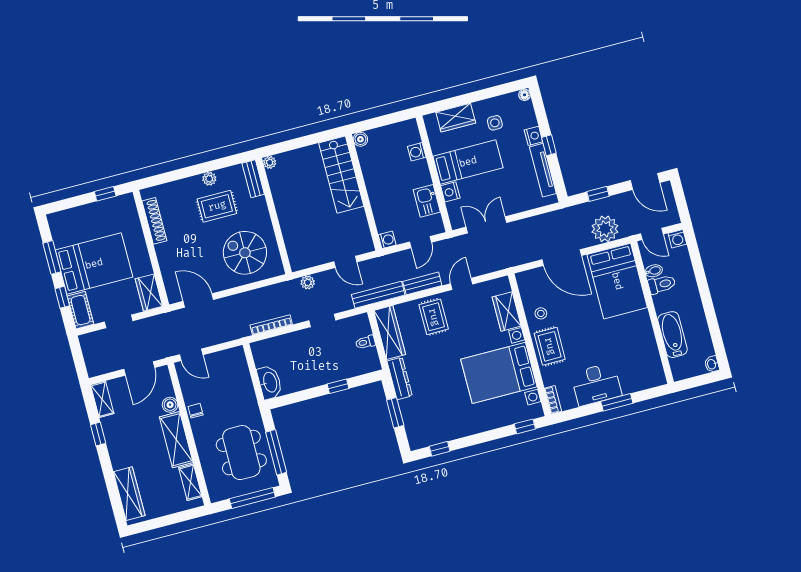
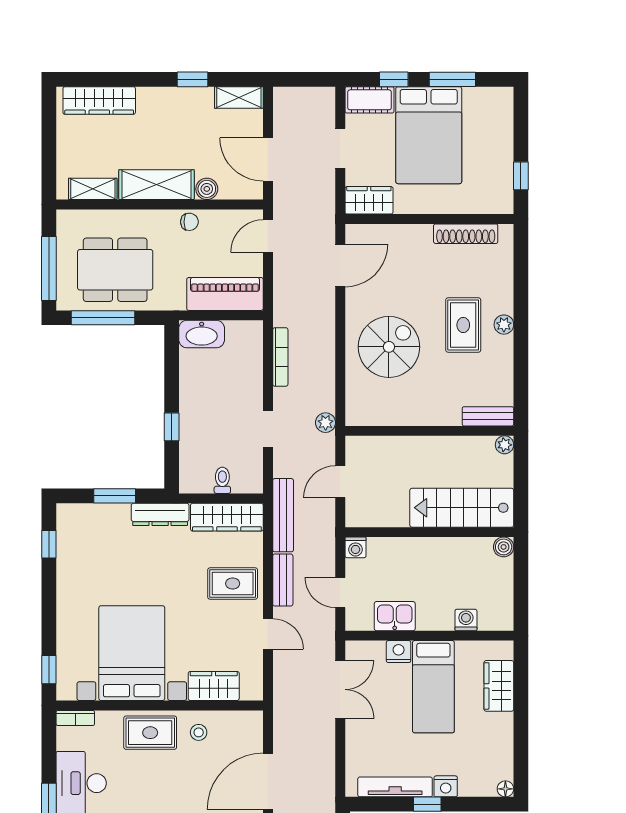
side table: (495, 123) -> (478, 738), removed
plant: (270, 162) -> (505, 445), moved
bench: (253, 179) -> (488, 416), moved
wall: (274, 216) -> (429, 431), moved
piano: (238, 374) -> (225, 294), added

